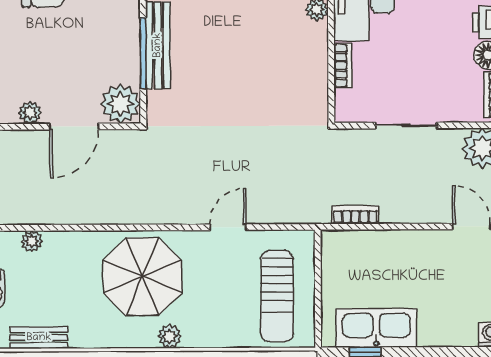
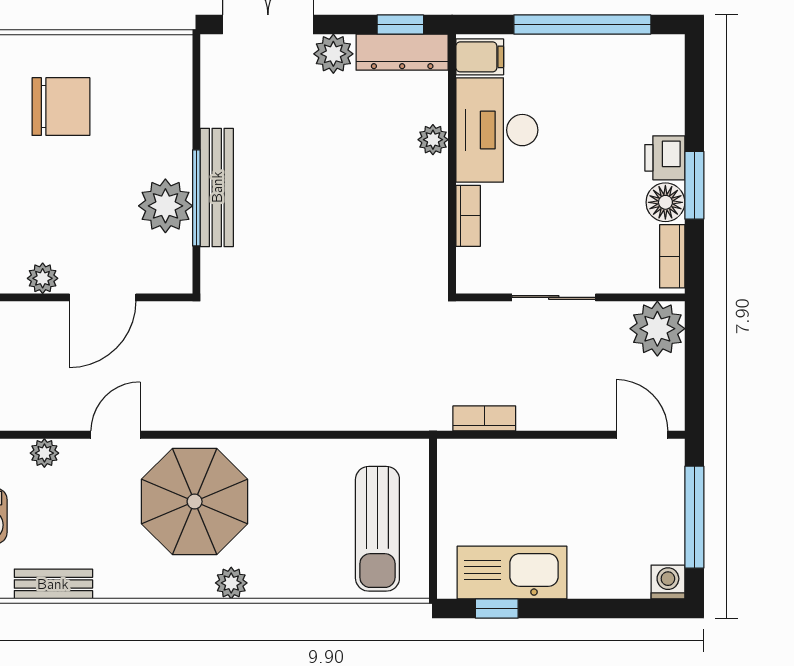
plant: (120, 104) -> (165, 206), moved
door: (228, 227) -> (115, 435), moved

